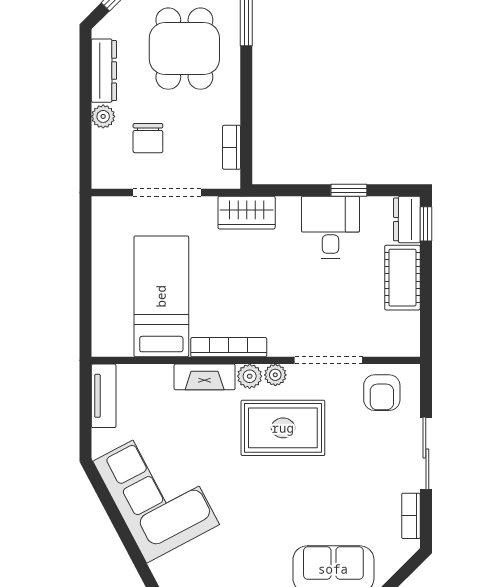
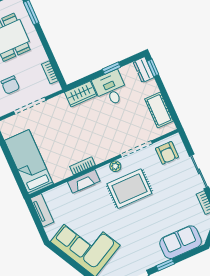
wardrobe: (247, 213) -> (81, 94), moved
cot: (402, 278) -> (159, 110), moved
bed: (161, 296) -> (29, 162), moved
bookcase: (229, 347) -> (83, 166), width x0.64
plant: (250, 376) -> (104, 172), removed

